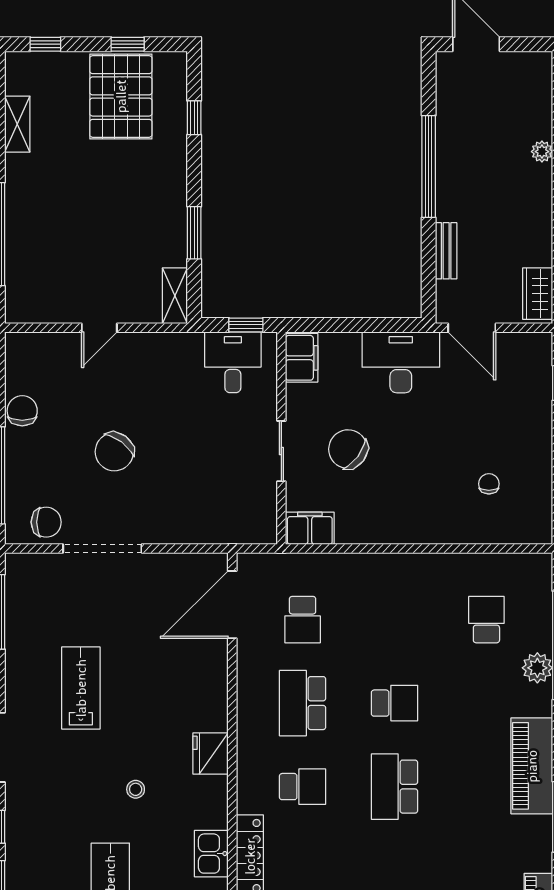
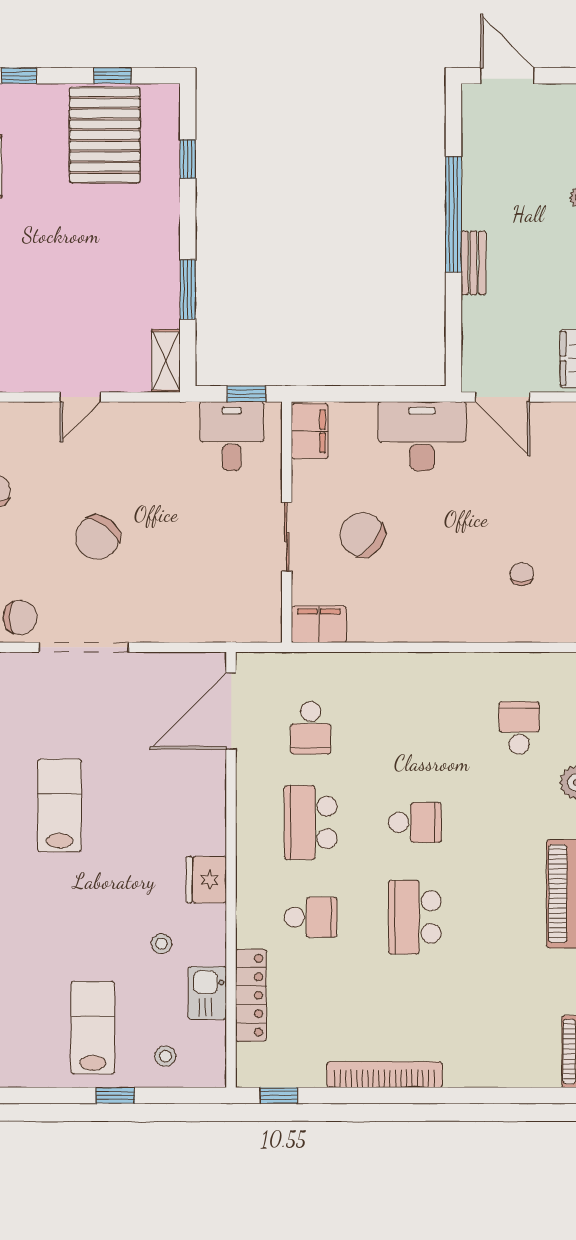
bench: (446, 251) -> (473, 263), moved
stool: (136, 789) -> (161, 944), moved

